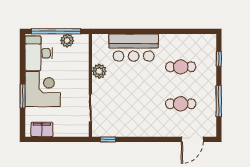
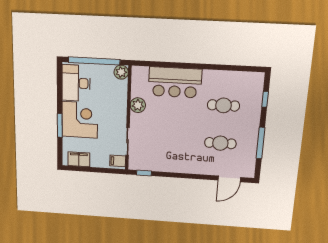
plant: (67, 41) -> (121, 72), moved
filing cabinet: (81, 129) -> (118, 161), added

